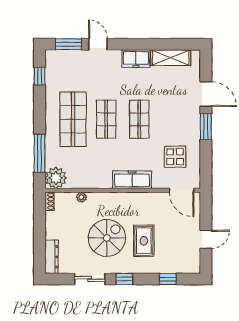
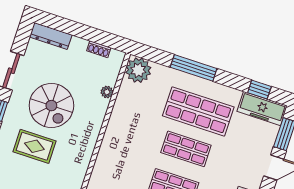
window: (40, 153) -> (194, 68), moved
freezer: (132, 180) -> (262, 109), moved, turned 90
shoe rack: (50, 201) -> (99, 49), moved

